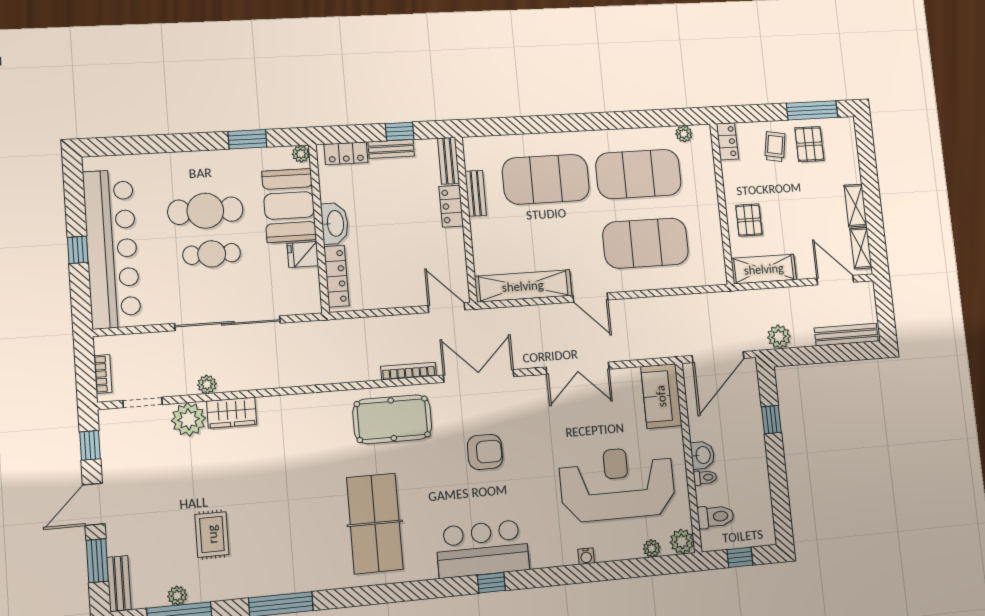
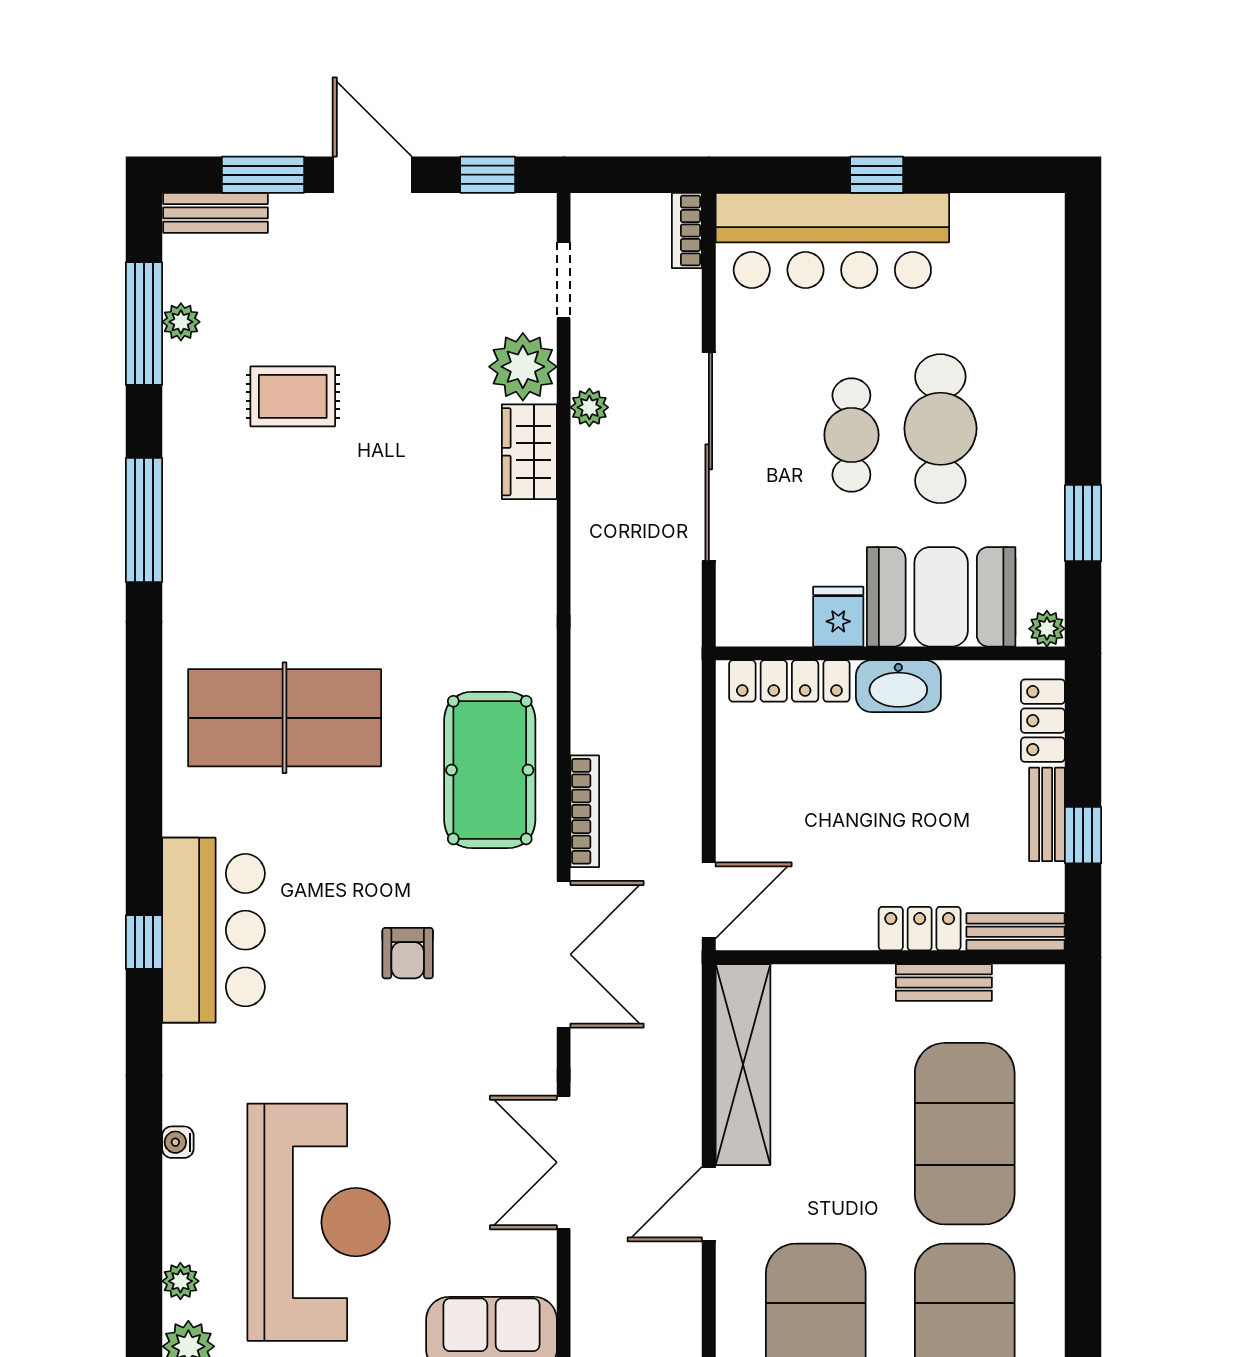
bar counter: (112, 249) -> (832, 240), width x0.73
bookcase: (103, 374) -> (687, 230), moved, turned 90
armchair: (485, 452) -> (408, 953), width x0.72, depth x0.72

